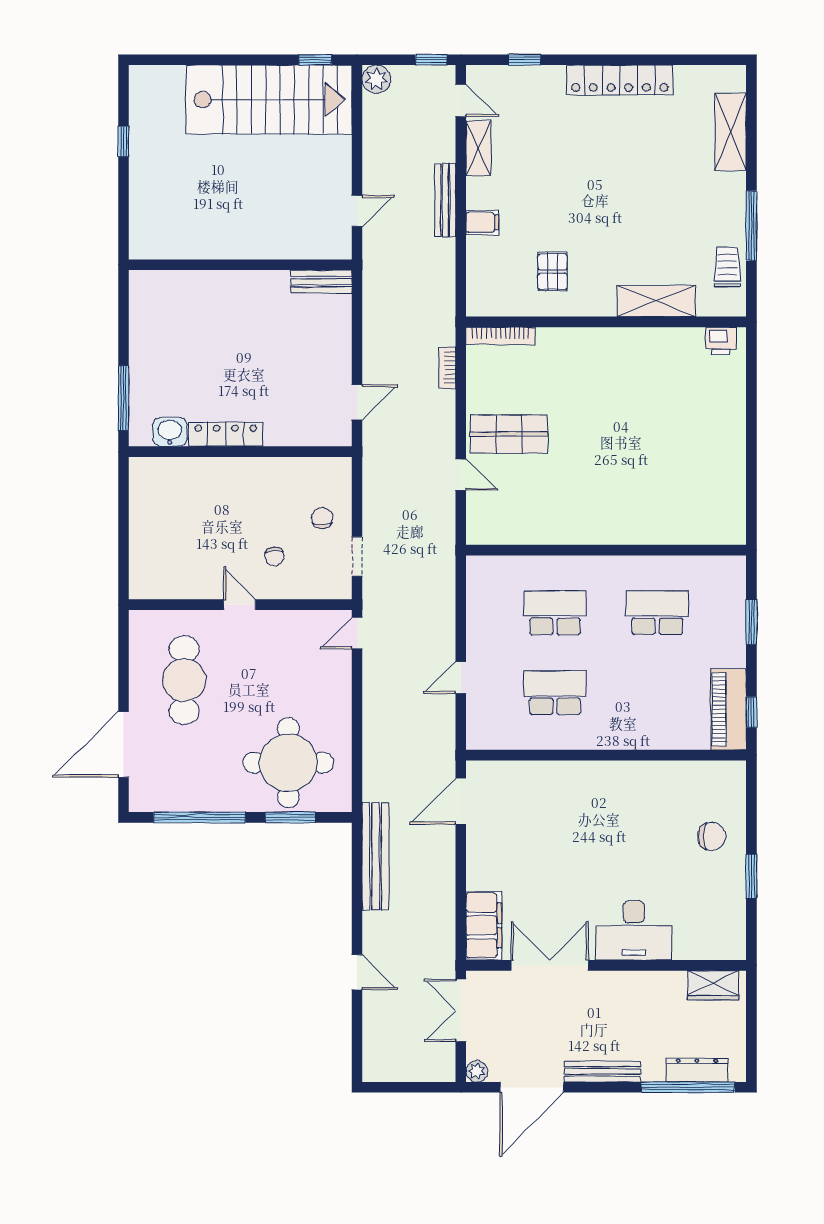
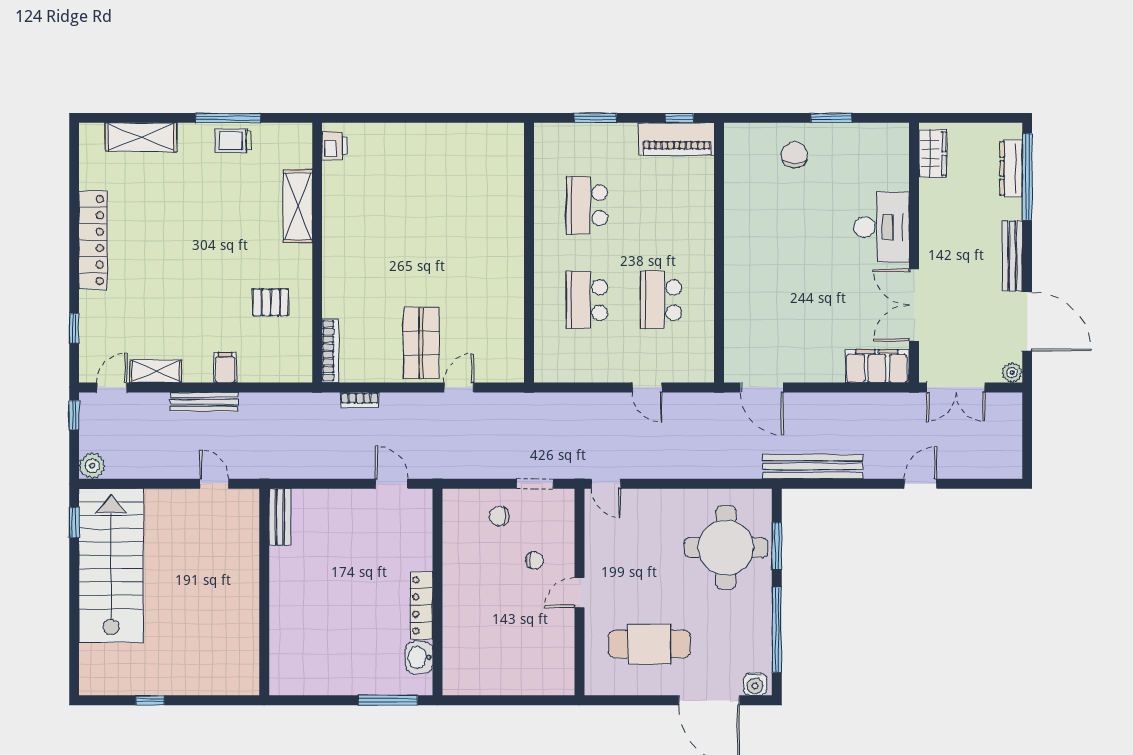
trolley: (727, 267) -> (233, 141), moved
water cooler: (141, 794) -> (755, 684), added

